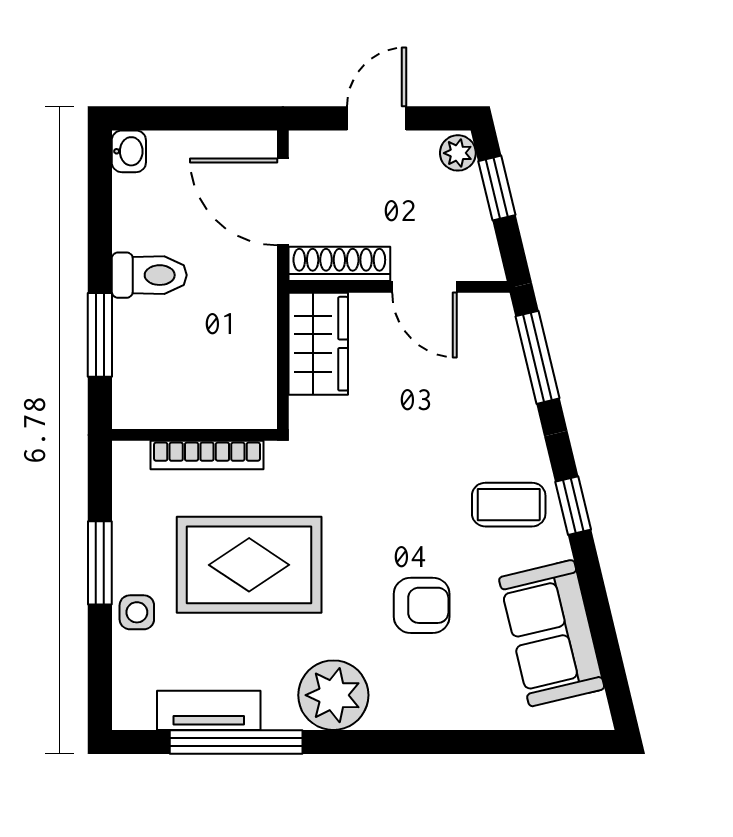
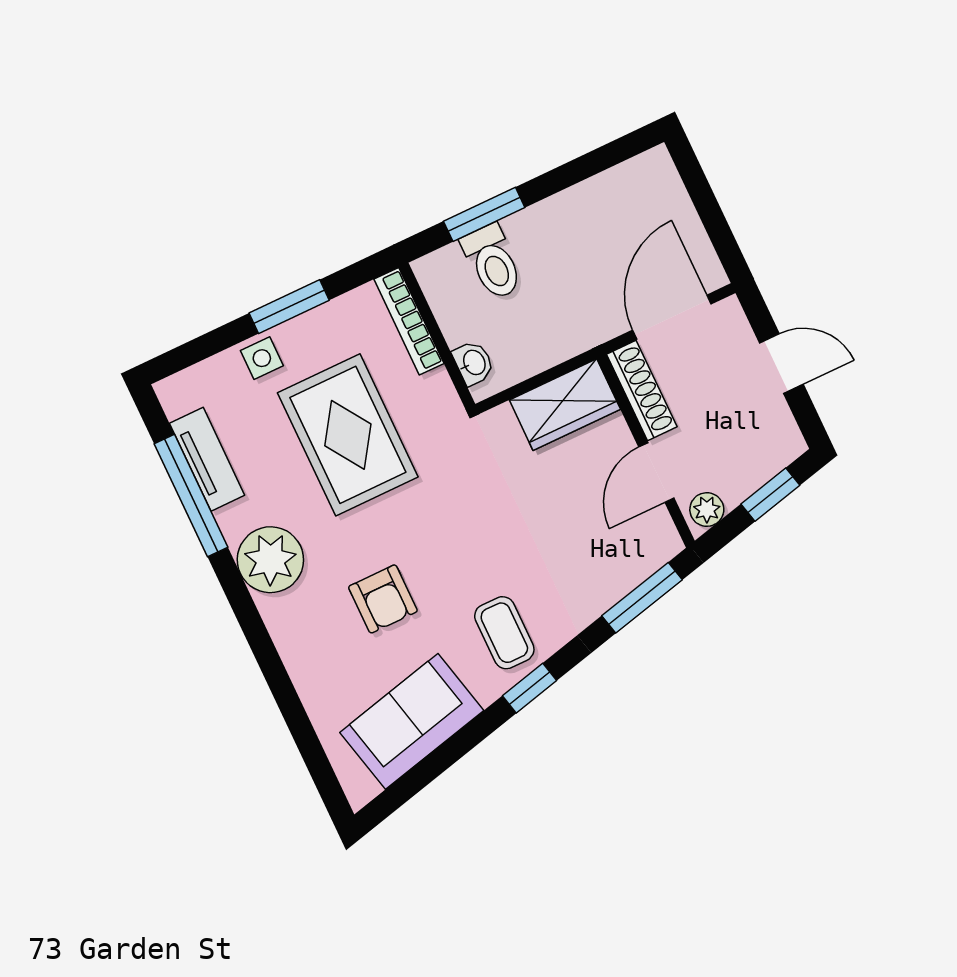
washbasin: (129, 151) -> (473, 363), moved, turned -90
plant: (458, 153) -> (707, 510), moved
toilet: (149, 275) -> (493, 262), moved
bookcase: (207, 455) -> (409, 321), moved

